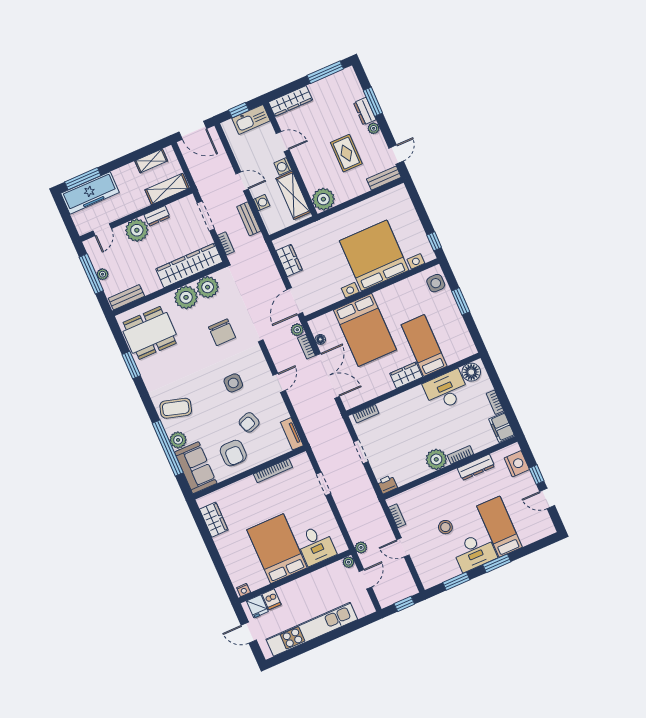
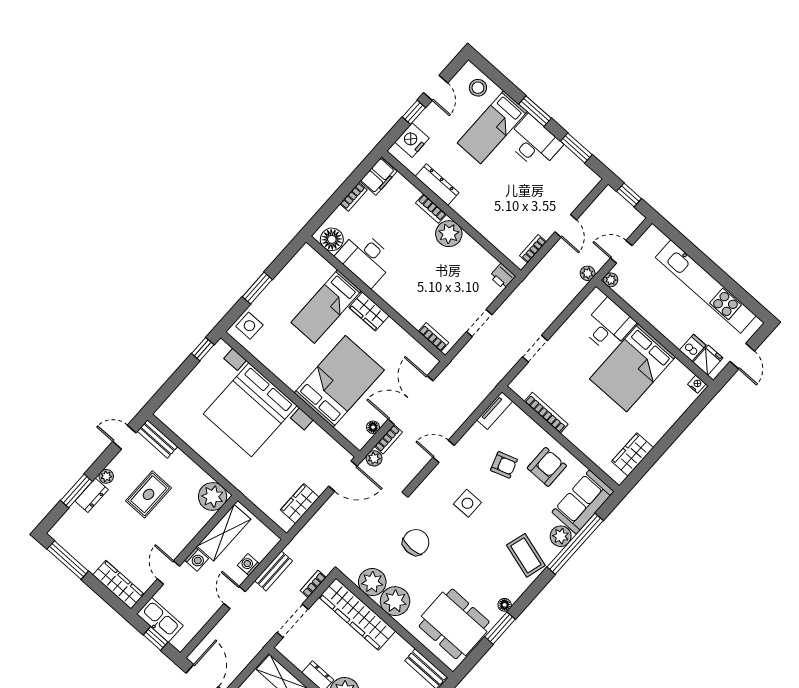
floor lamp: (147, 376) -> (505, 605), added
stool: (445, 527) -> (478, 88), moved

